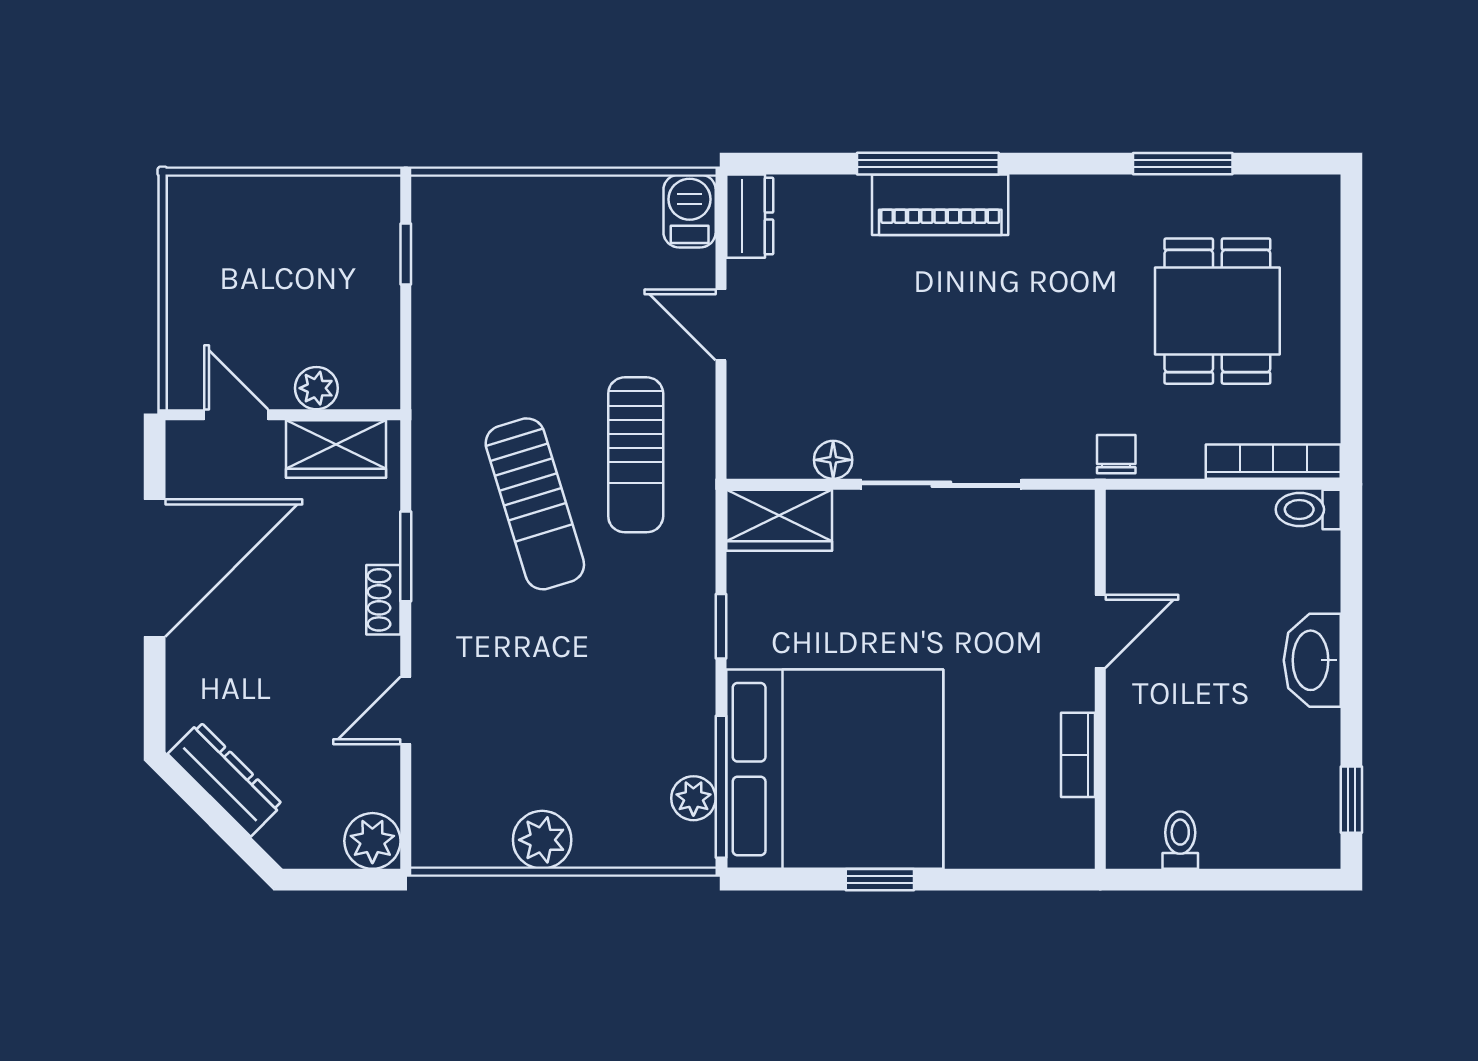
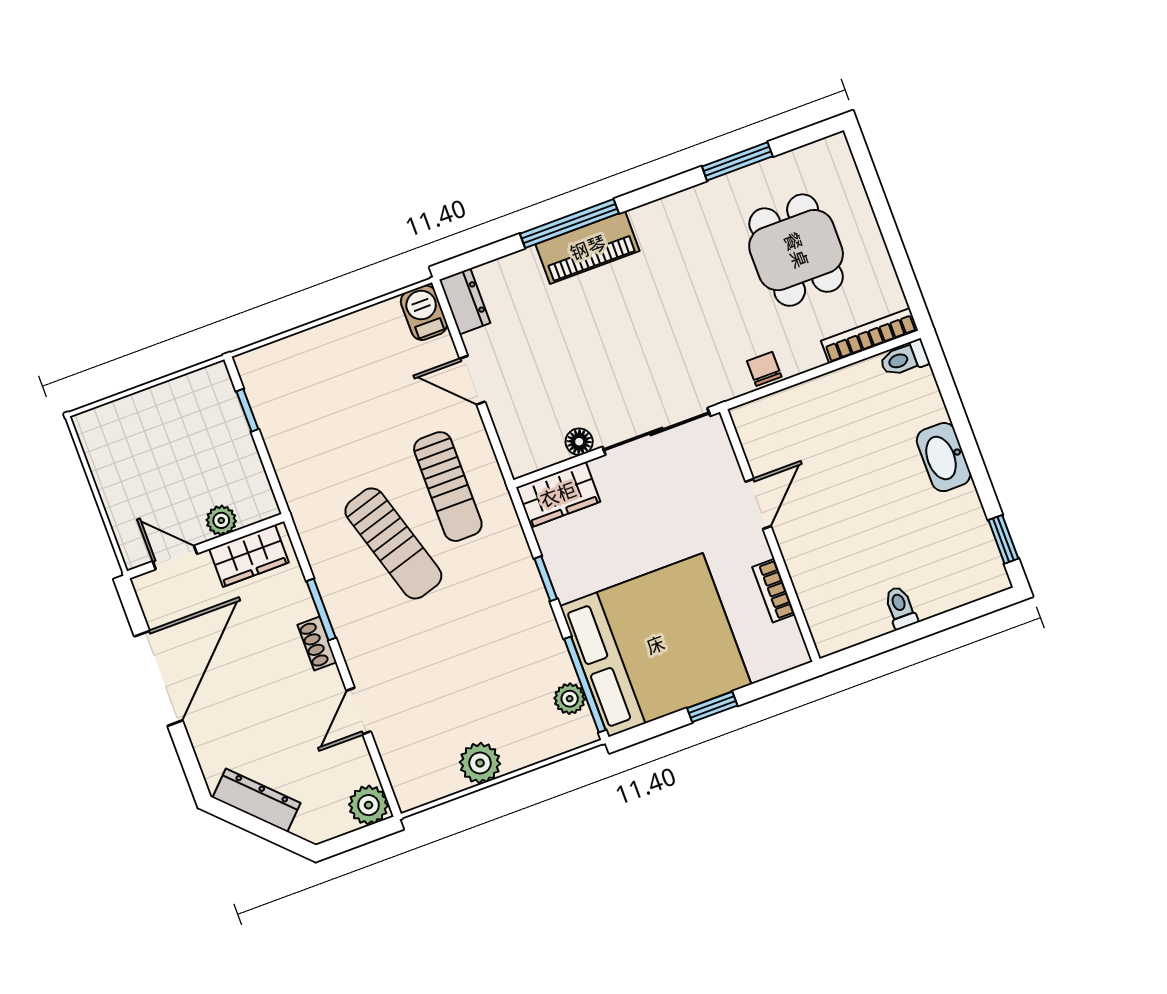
door: (1100, 631) -> (758, 504), moved
wall: (1100, 679) -> (770, 535), moved
bookcase: (1078, 755) -> (774, 591), moved

